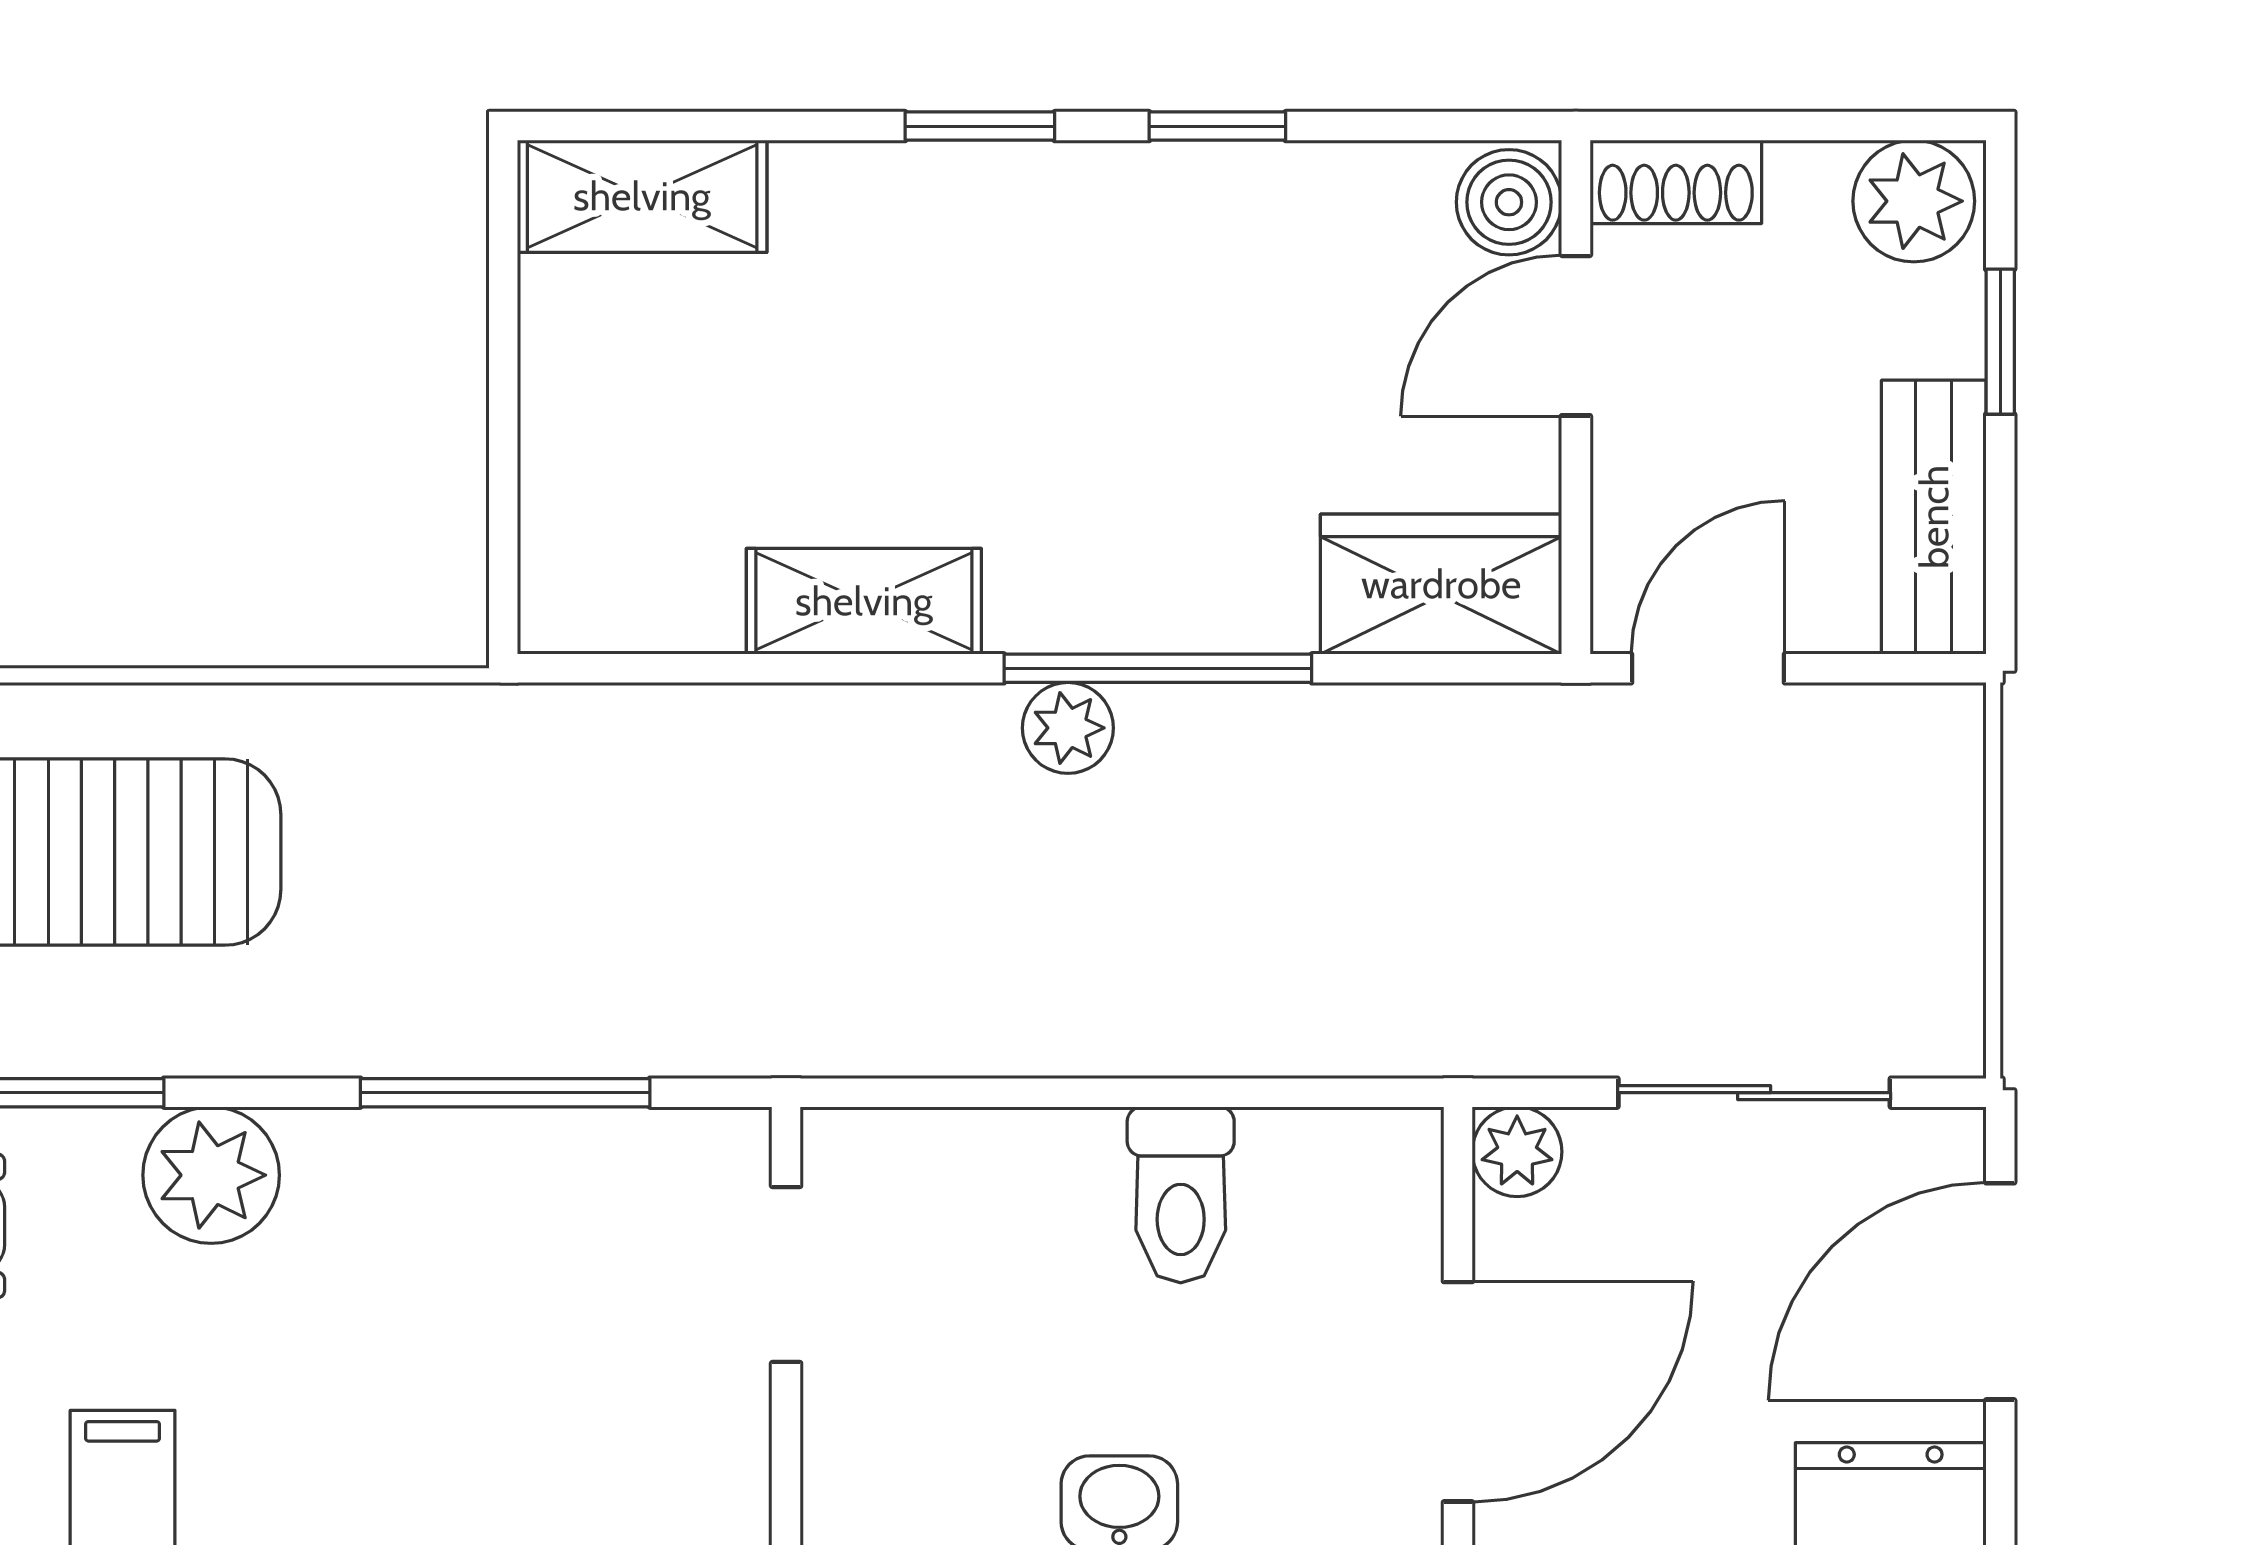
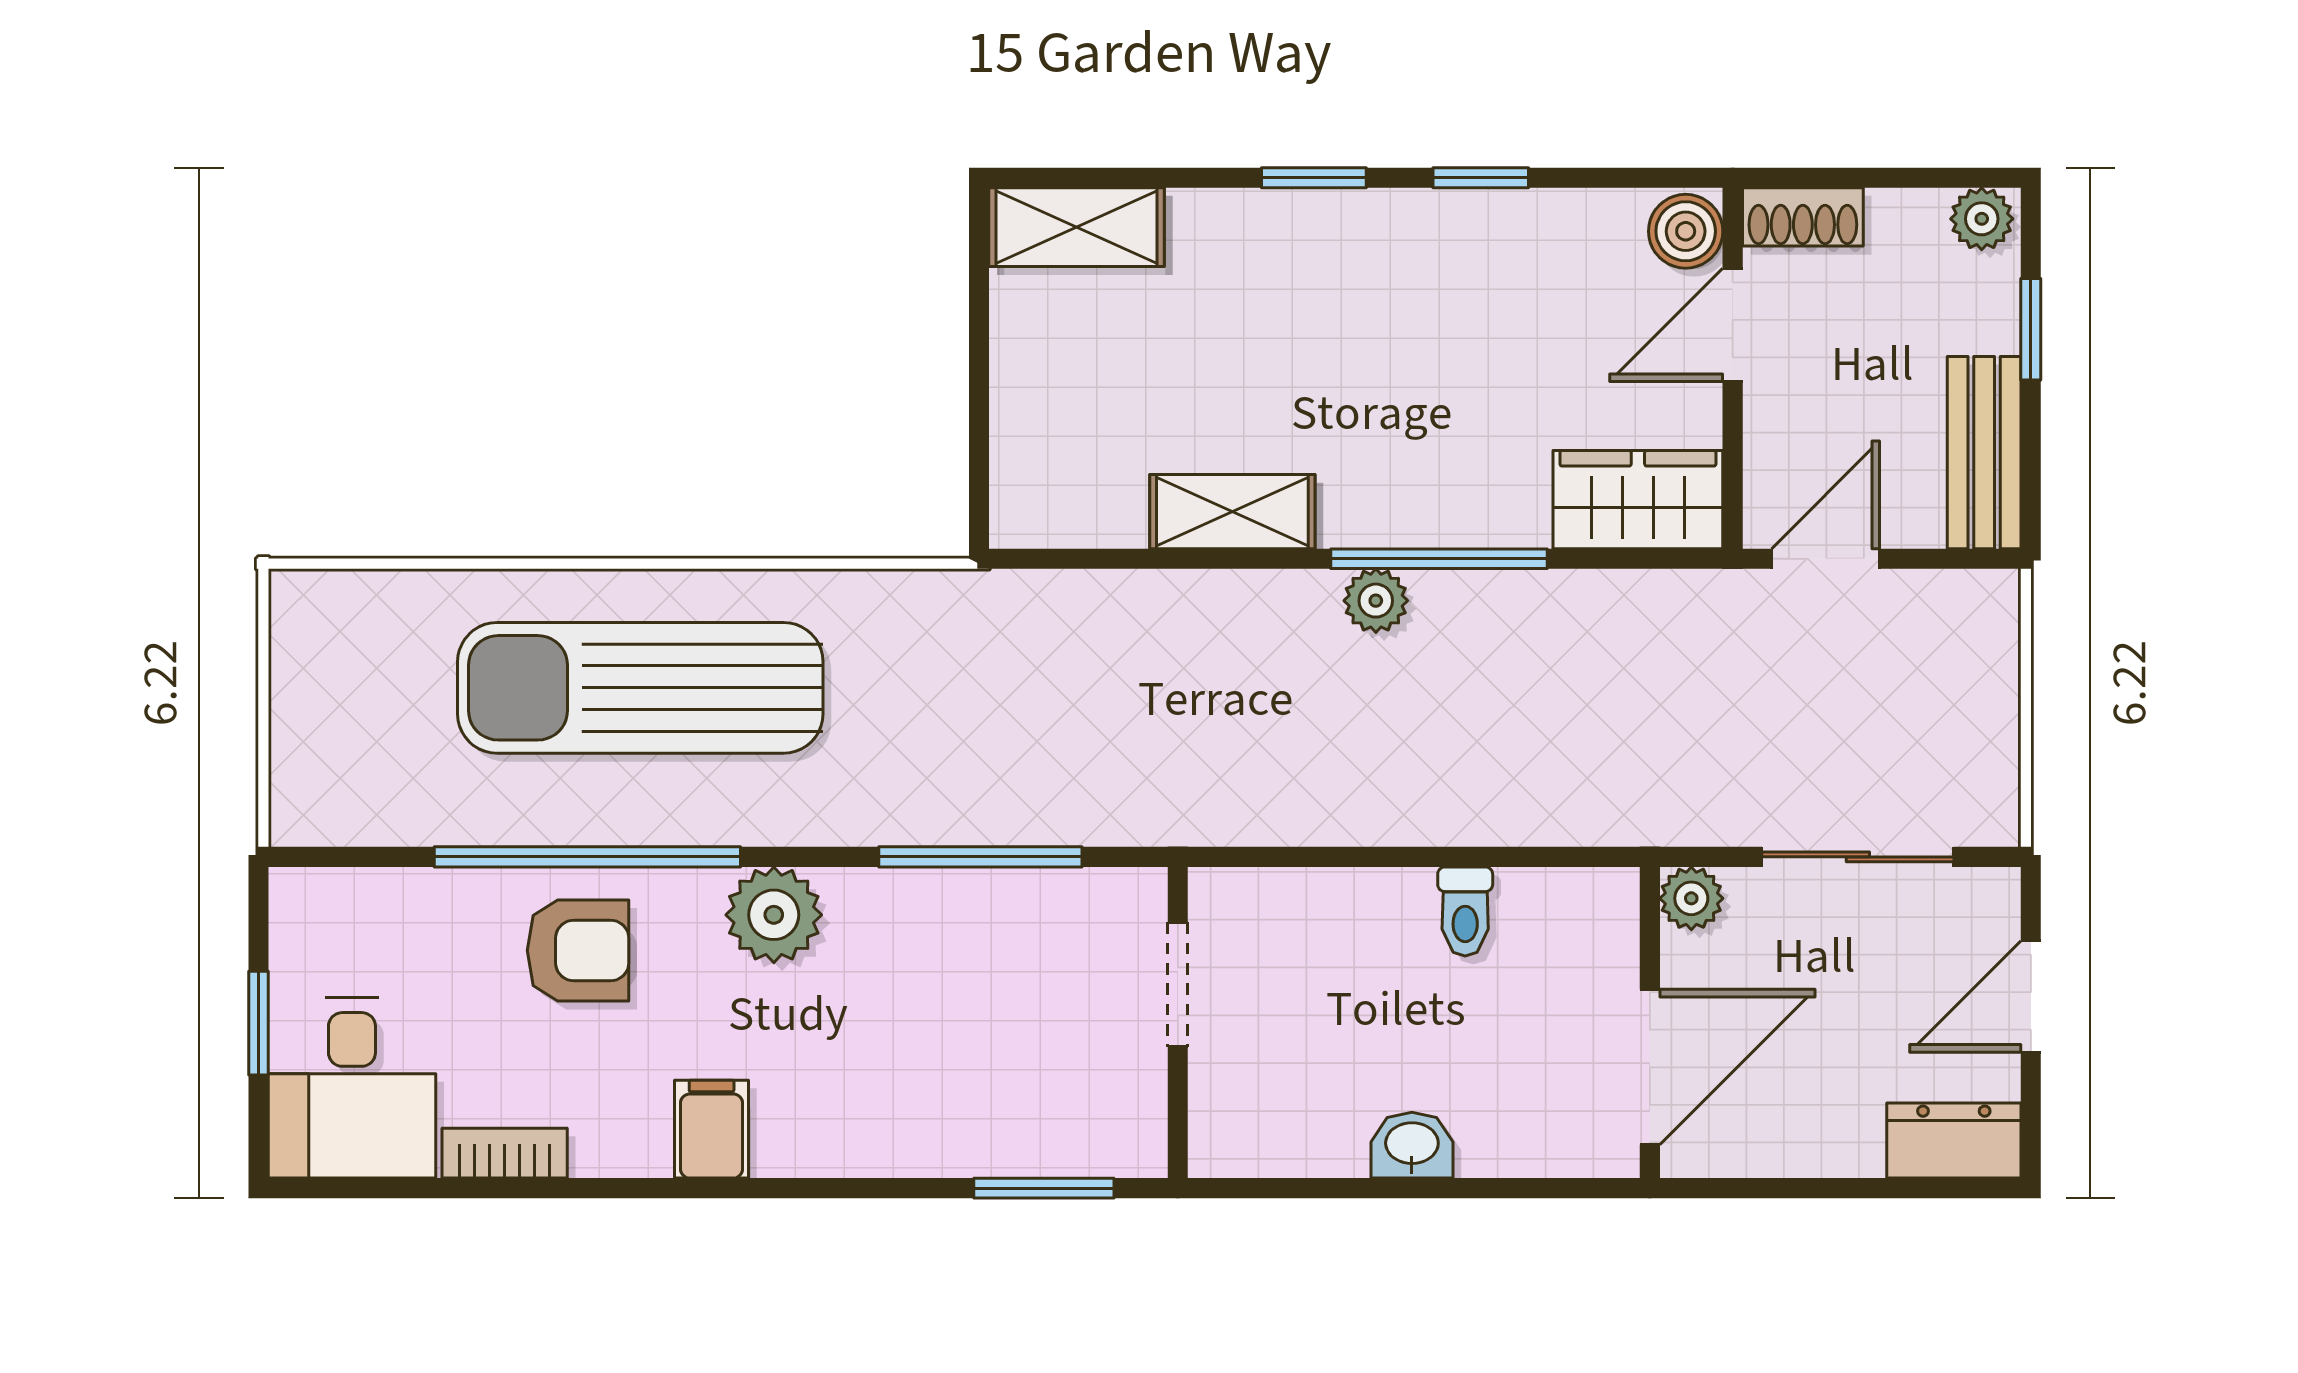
plant: (1914, 201) -> (1982, 219), width x0.73, depth x0.73
toilet: (1181, 1195) -> (1465, 911), width x0.73, depth x0.72
door: (2000, 1291) -> (2031, 996), width x0.73

